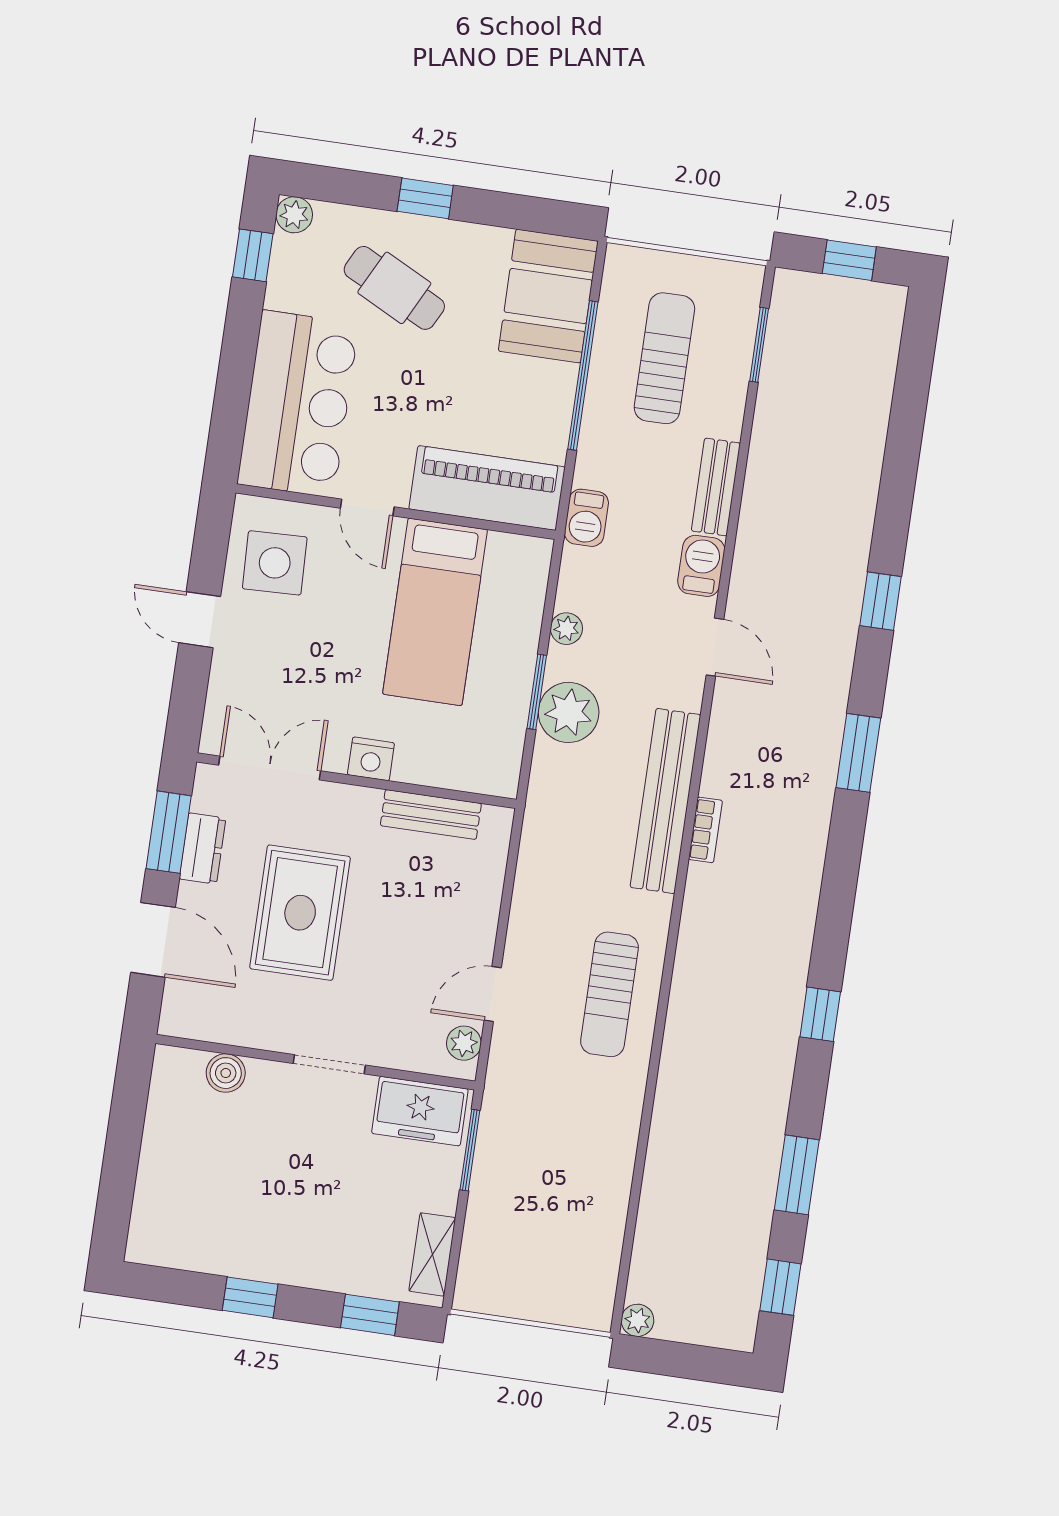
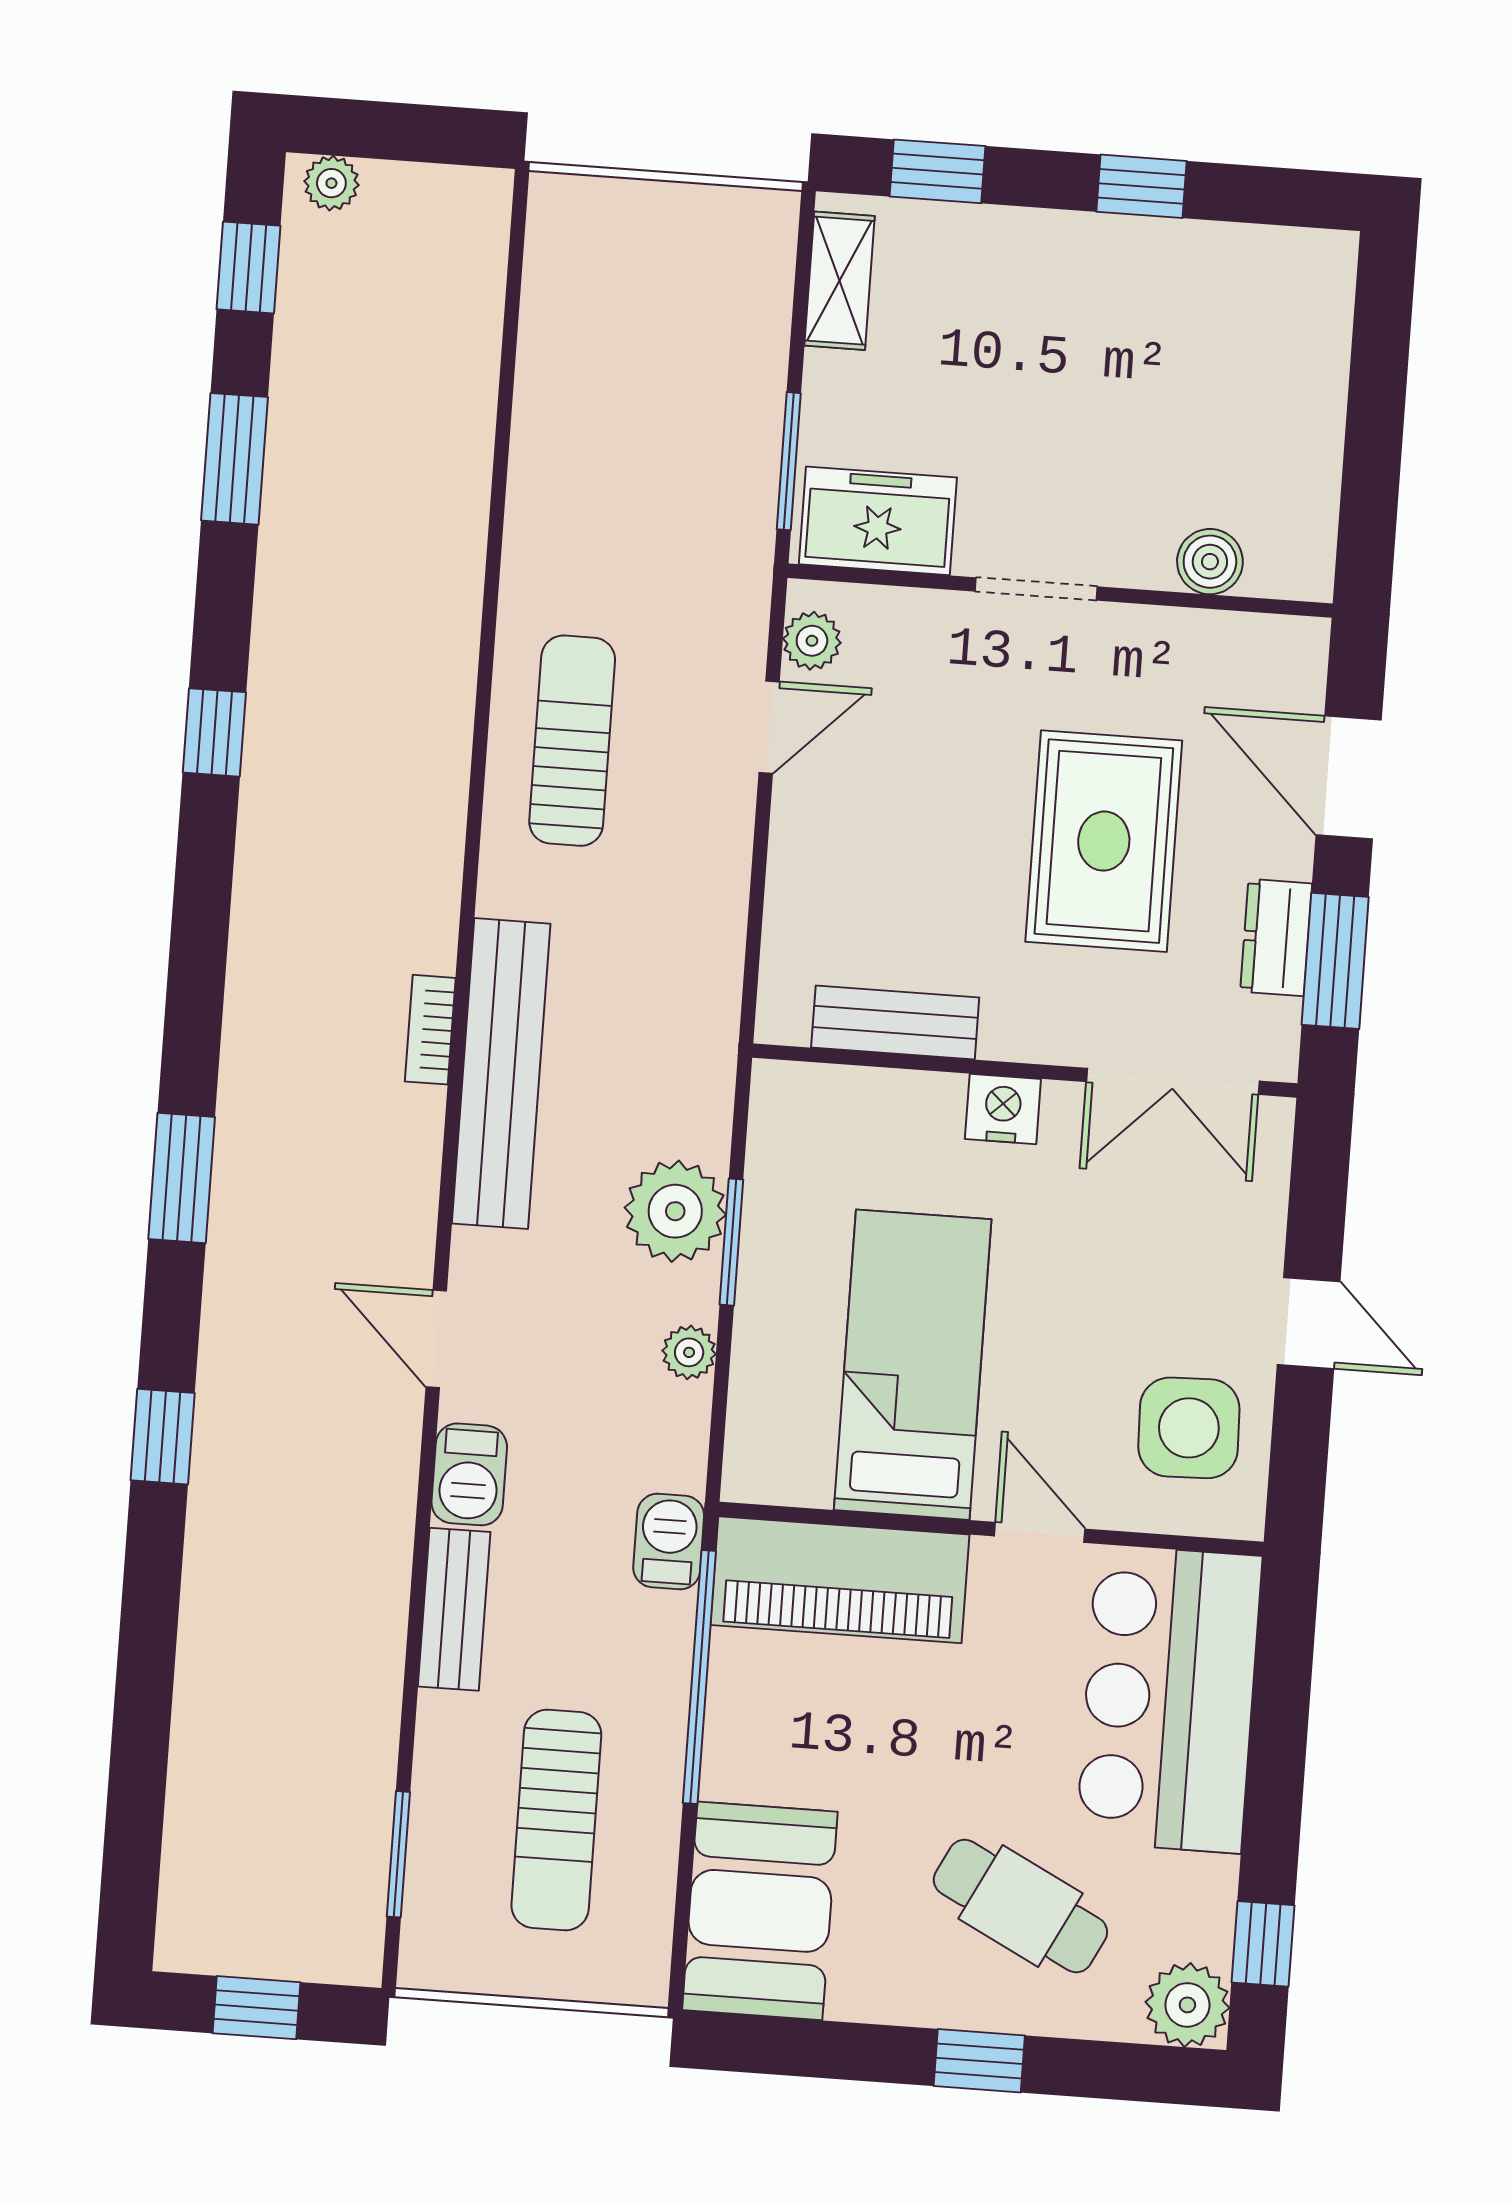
plant: (294, 215) -> (1187, 2005), width x1.38, depth x1.38
window: (583, 375) -> (699, 1677), moved
plant: (637, 1320) -> (331, 183), moved

